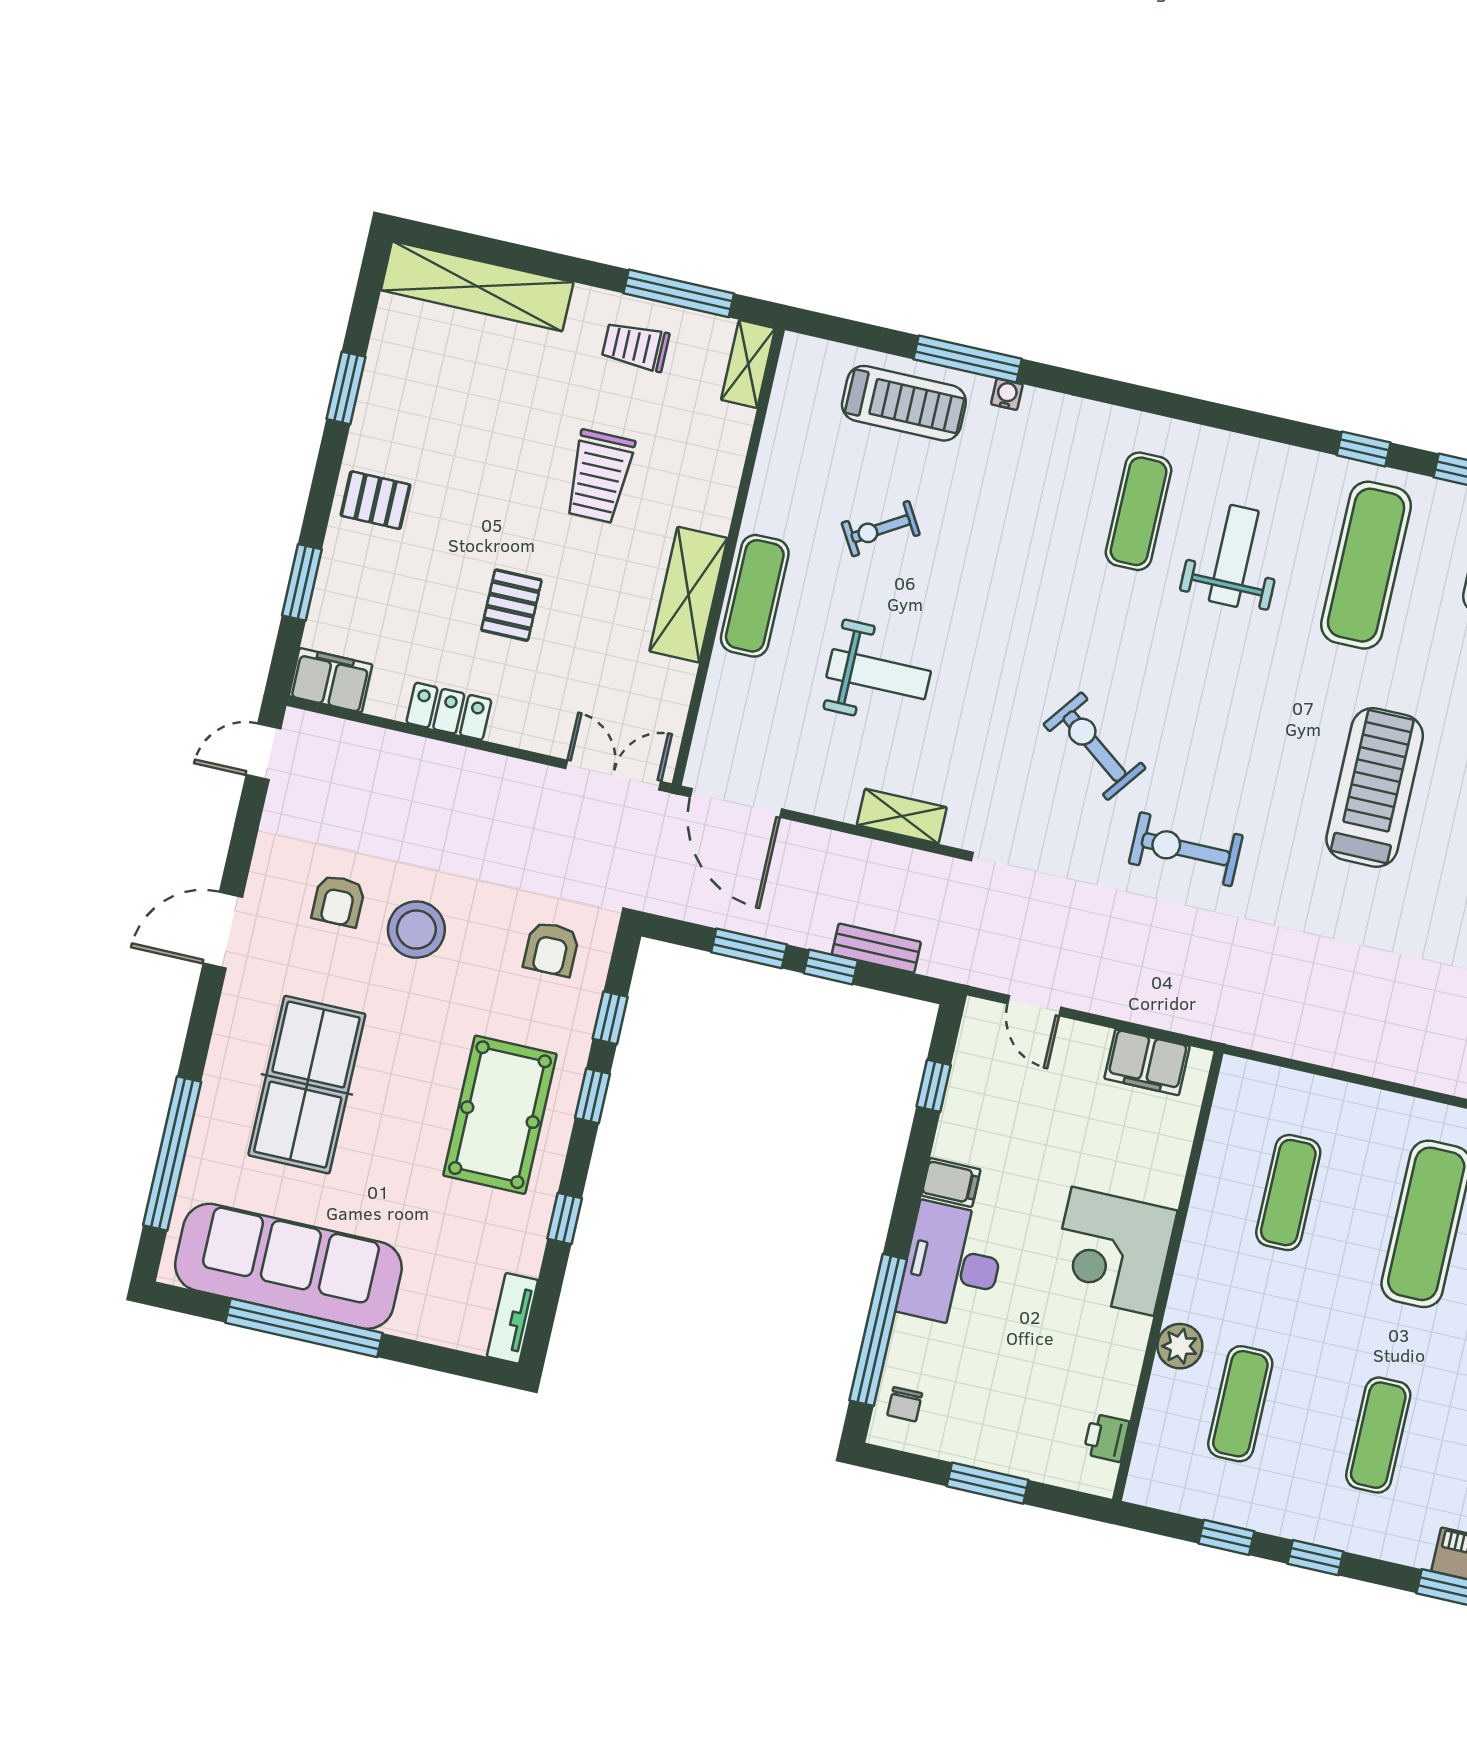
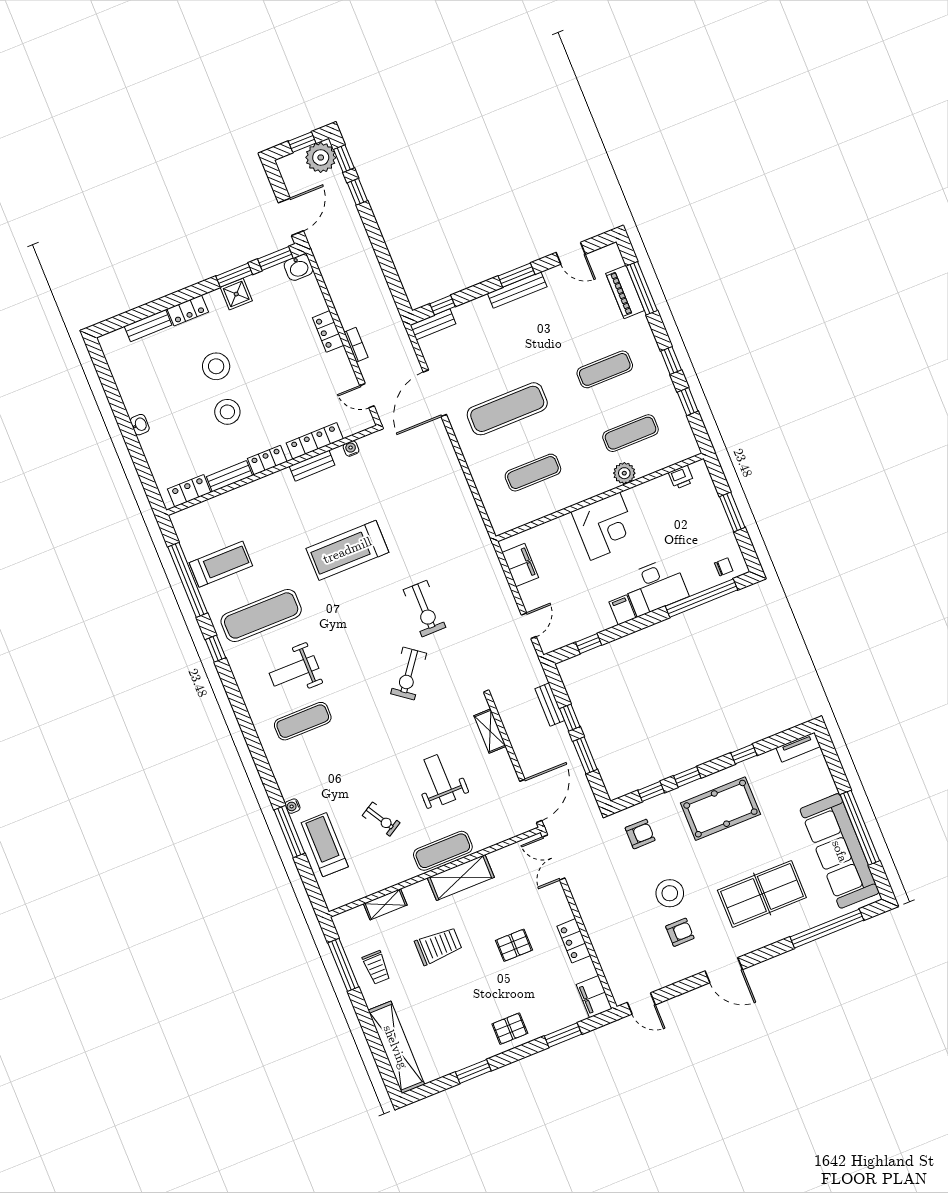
shelving: (748, 364) -> (385, 904), moved
pallet: (375, 500) -> (510, 1029), turned 90

